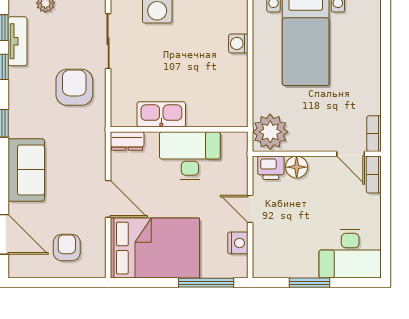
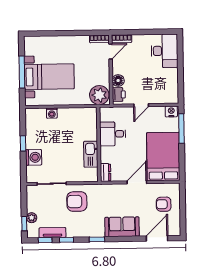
desk: (190, 155) -> (113, 134), width x0.73
nightstand: (238, 243) -> (171, 111), moved
window: (309, 283) -> (181, 73), removed

